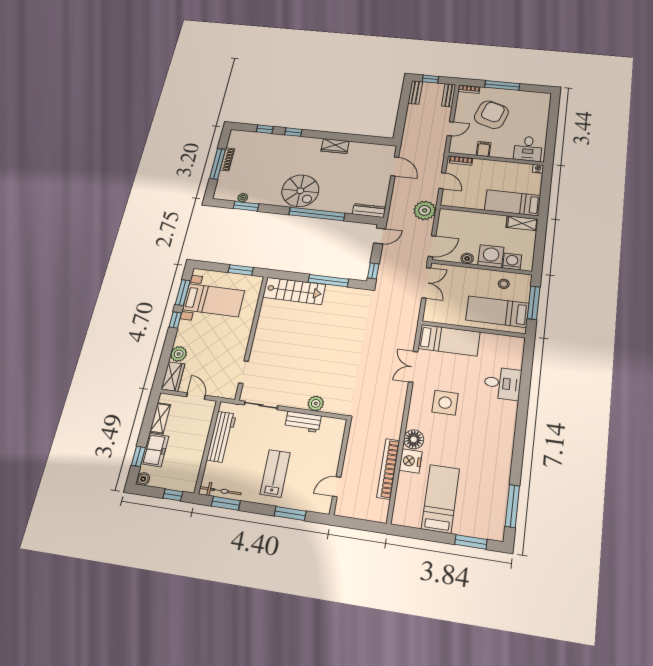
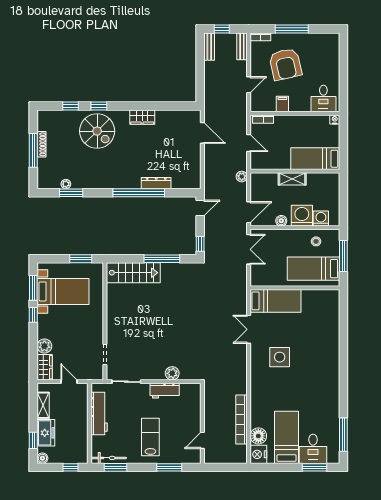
armchair: (491, 115) -> (285, 64), turned 149
spiral stairs: (300, 191) -> (97, 131), moved
plant: (425, 210) -> (242, 177), width x0.53, depth x0.53
dresser: (369, 211) -> (156, 183), moved
shelving: (522, 223) -> (292, 179), moved
desk: (503, 383) -> (313, 449), moved, turned 90
floor lamp: (414, 439) -> (258, 436), moved
nightstand: (411, 461) -> (258, 454), moved

